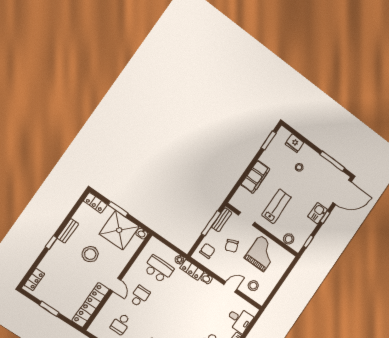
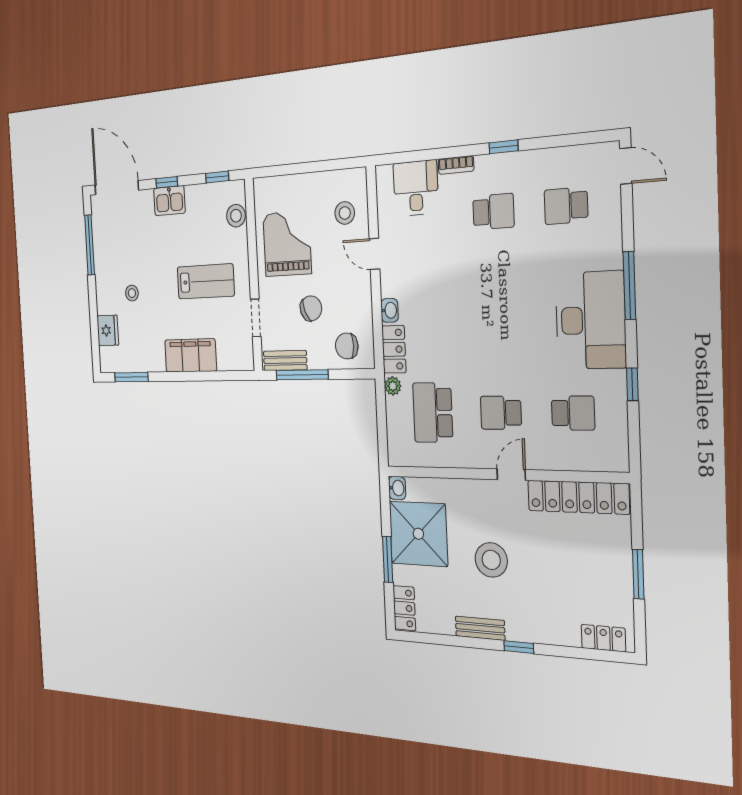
lab bench: (277, 206) -> (206, 281), turned 180
grand piano: (262, 253) -> (287, 244), turned 90

